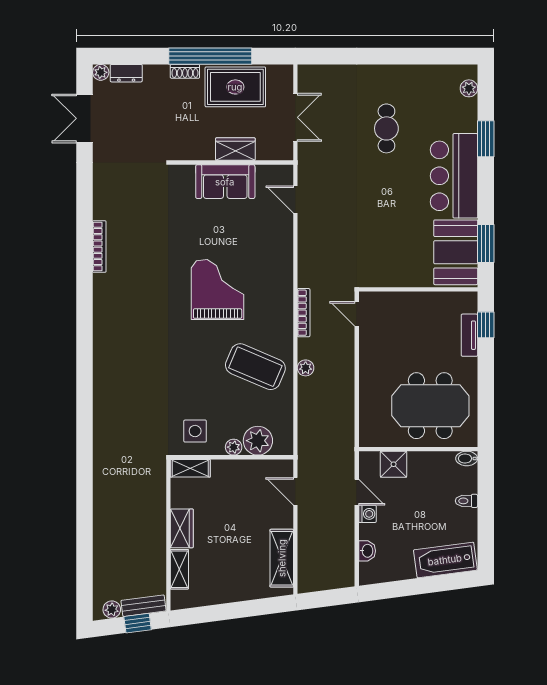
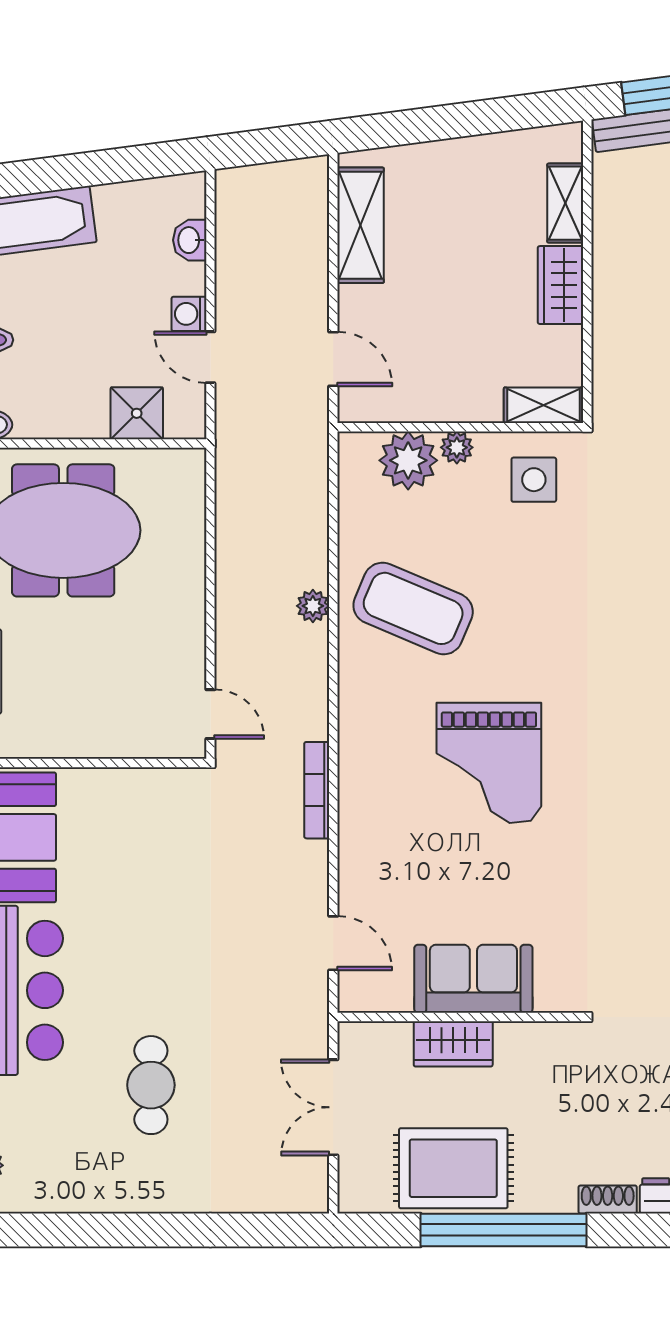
shoe rack: (185, 71) -> (608, 1199), moved
bookcase: (304, 313) -> (317, 790), moved

